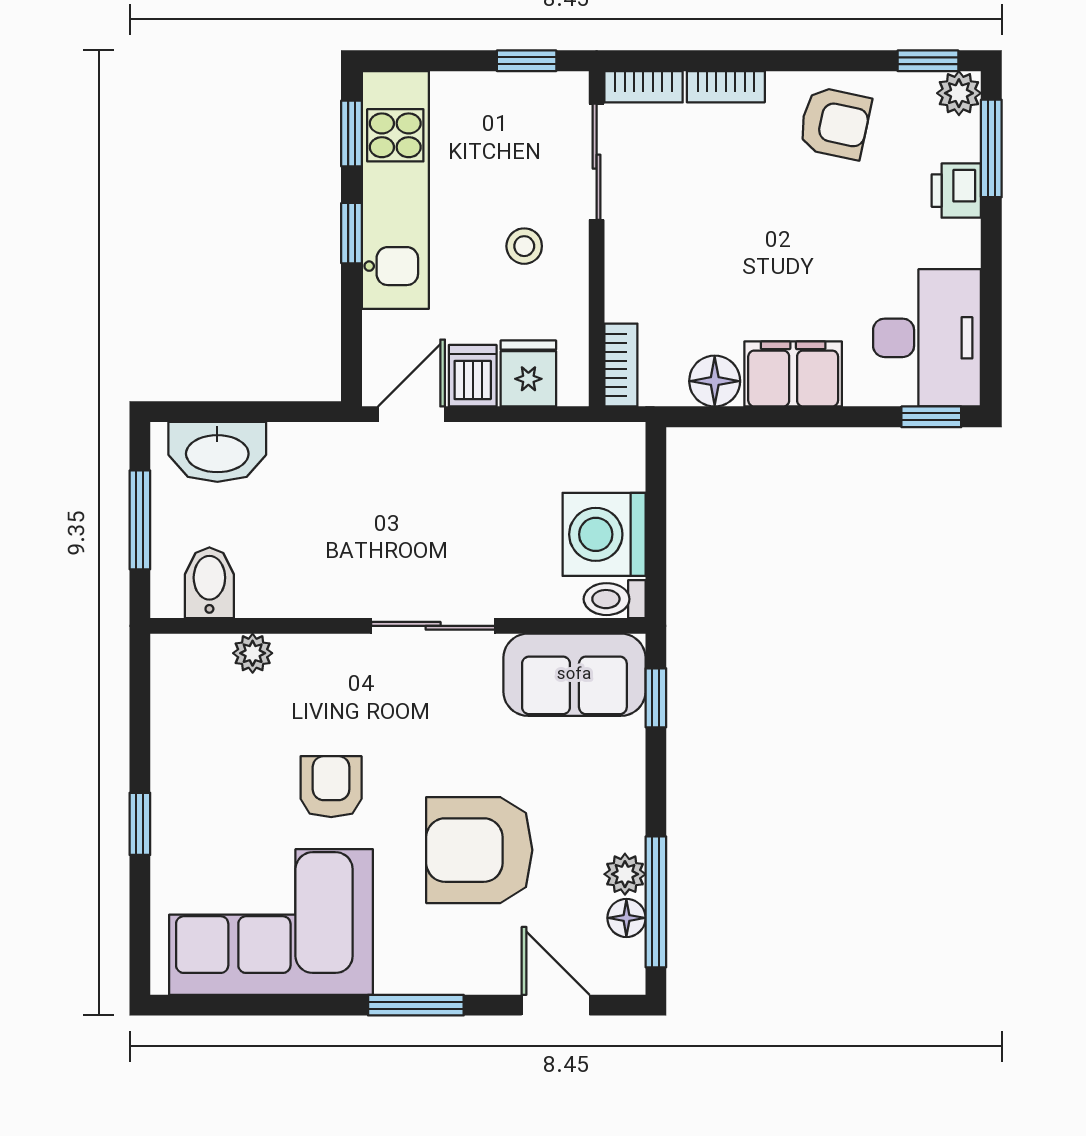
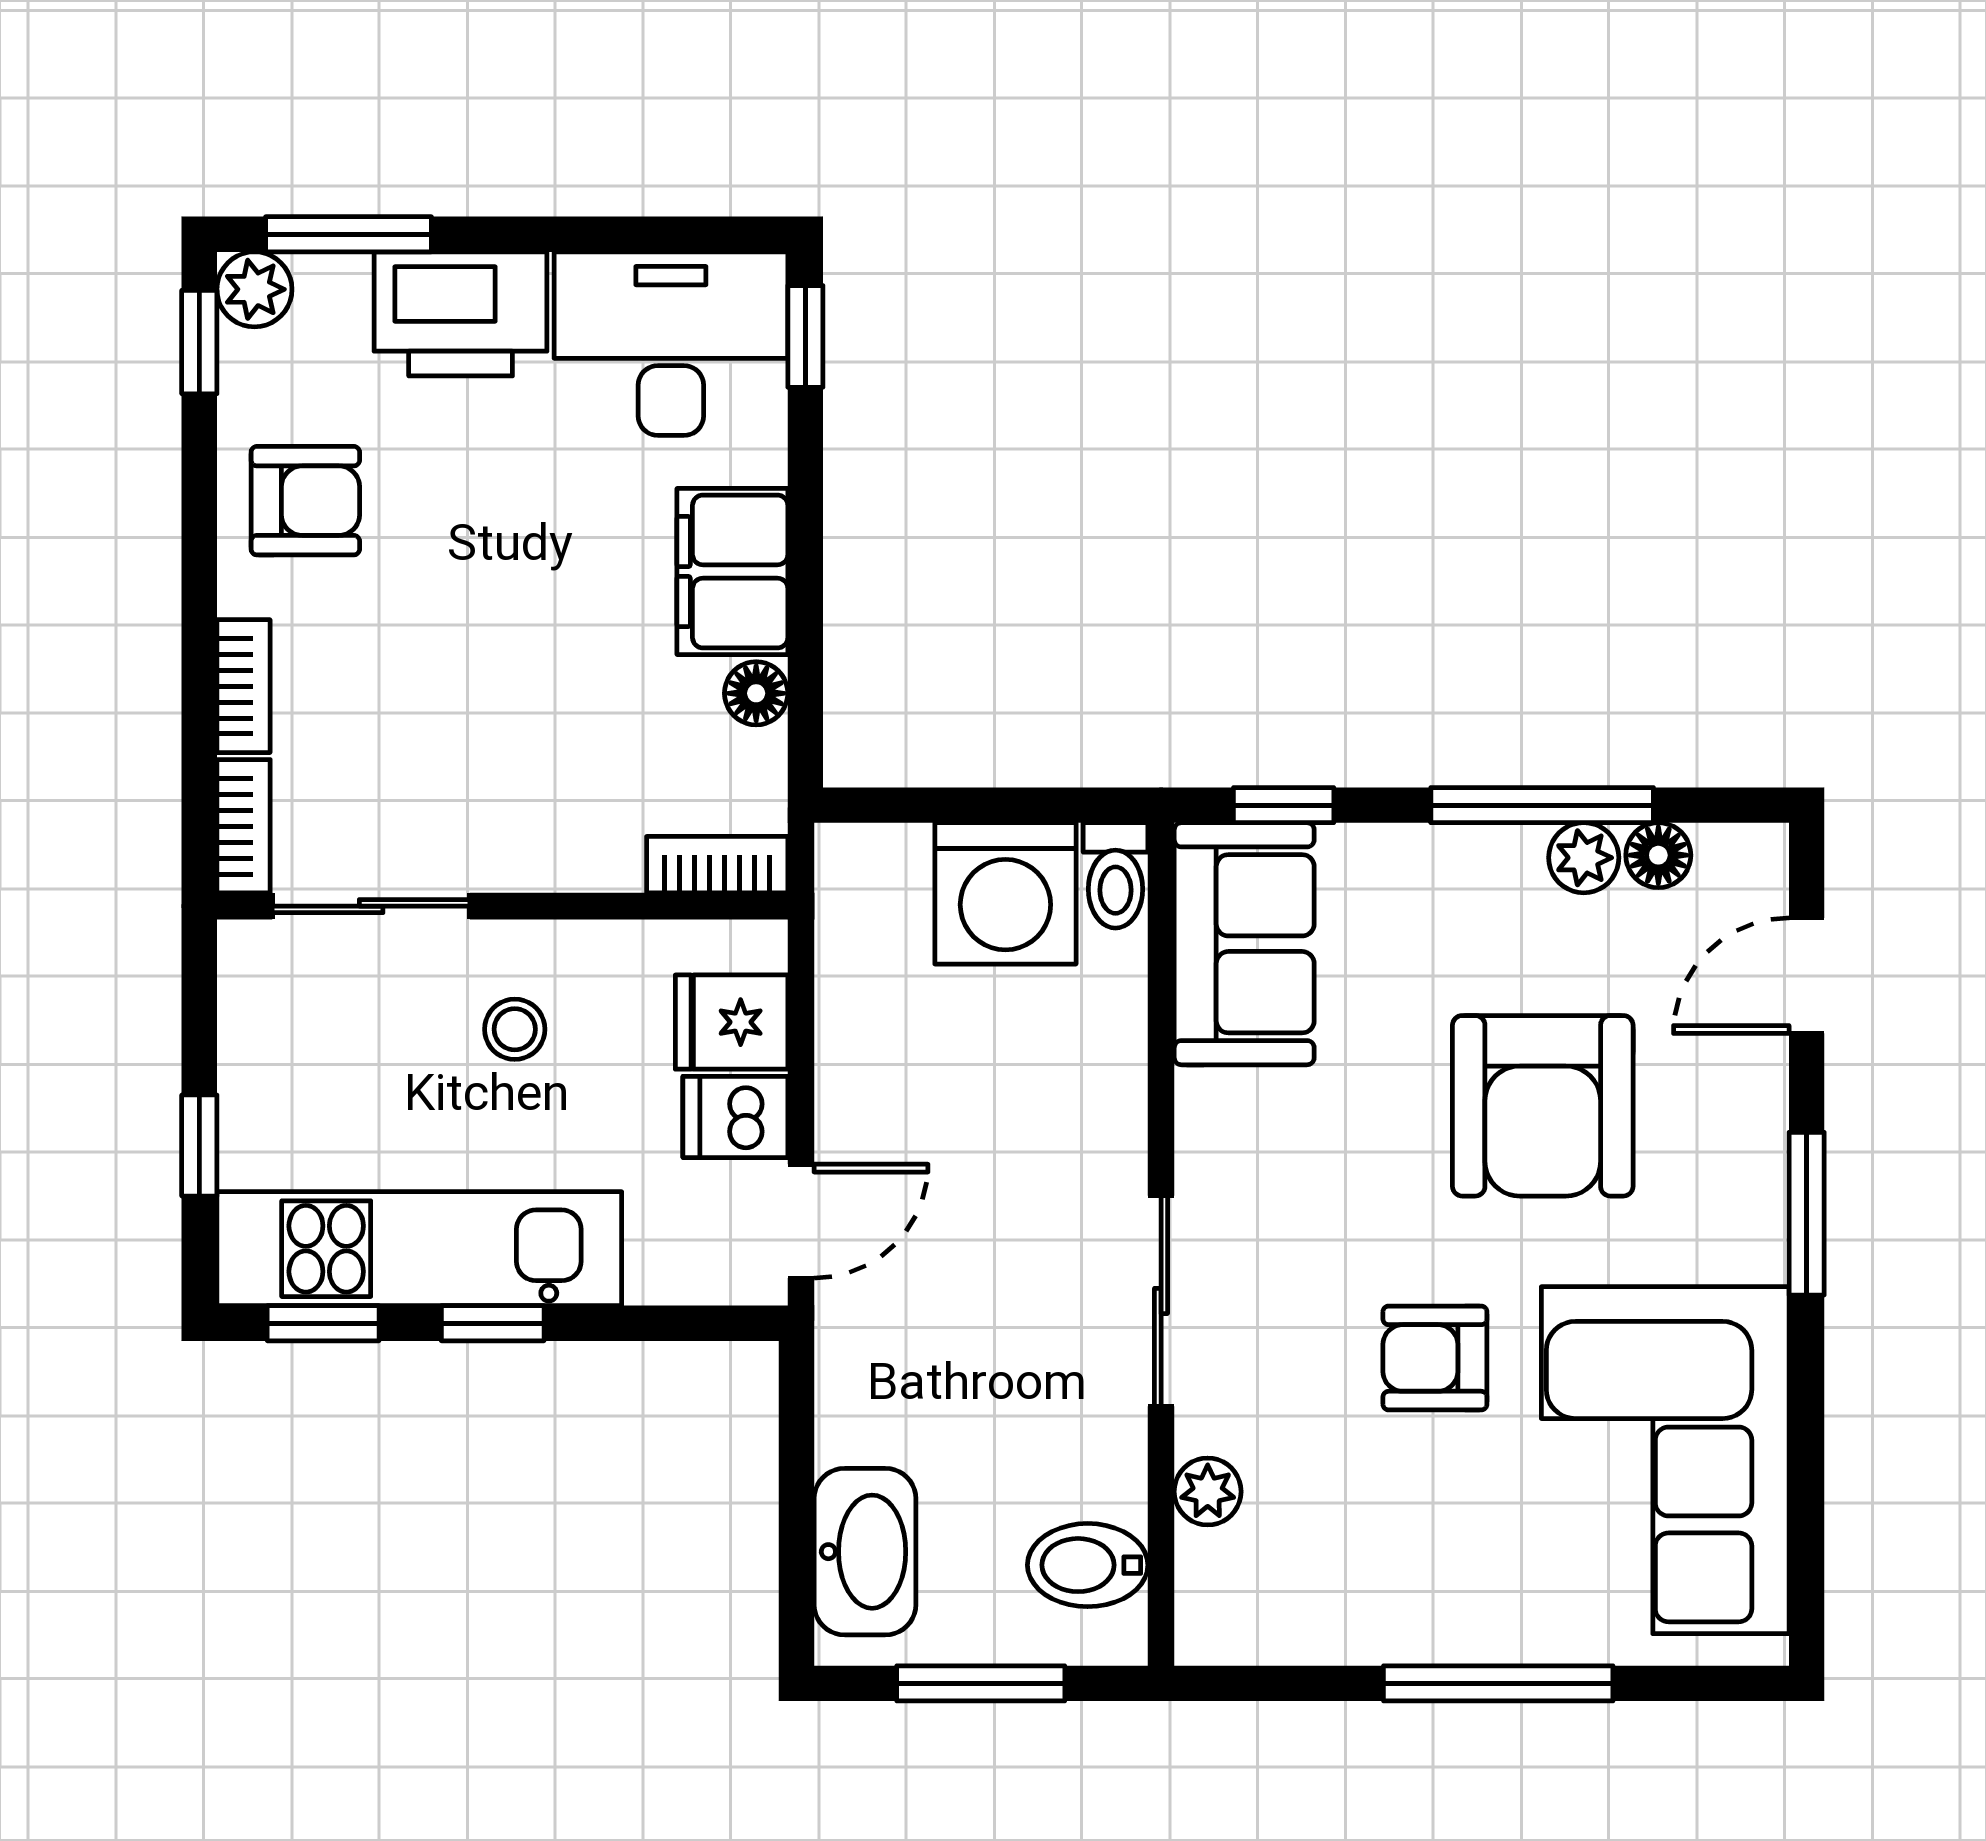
window: (527, 61) -> (199, 1146), moved
armchair: (835, 123) -> (305, 501), turned 78
printer: (956, 191) -> (461, 314), width x1.87, depth x1.48
floor lamp: (715, 381) -> (756, 693), width x0.73, depth x0.73
door: (411, 414) -> (801, 1221), swing flipped
sliding door: (433, 626) -> (1161, 1301), moved
window: (140, 824) -> (1498, 1683), width x2.17
window: (656, 902) -> (1542, 805), moved

